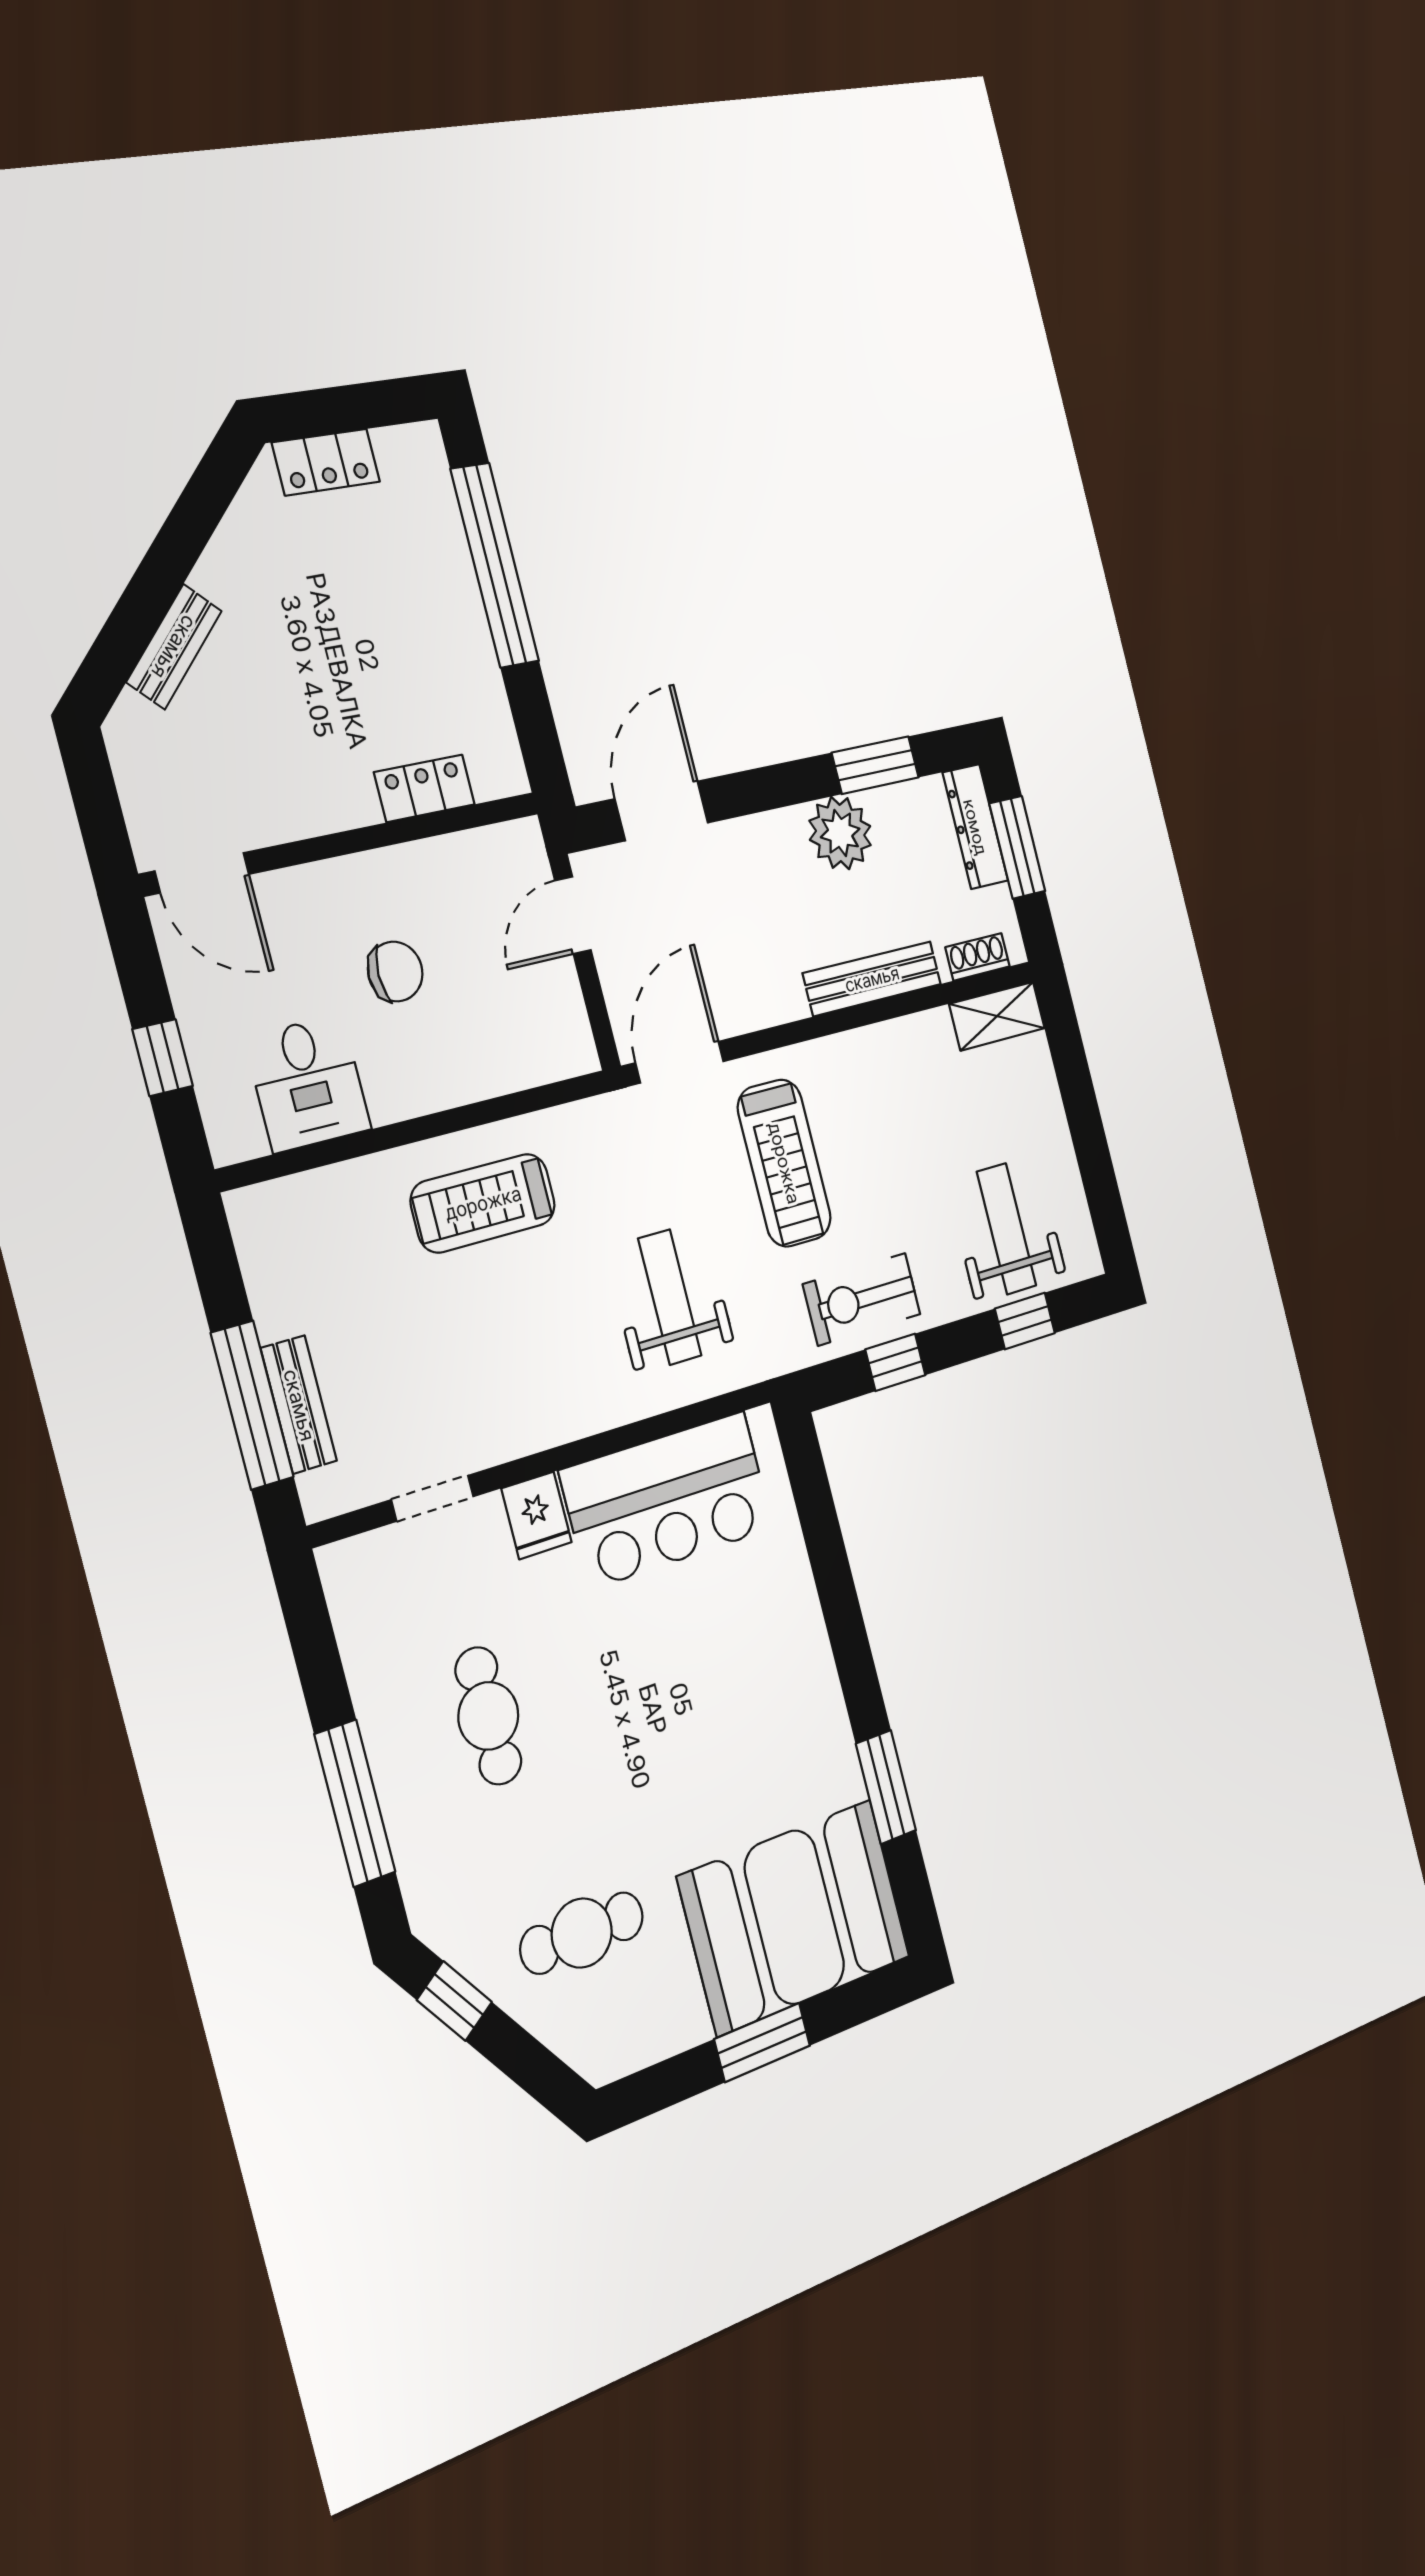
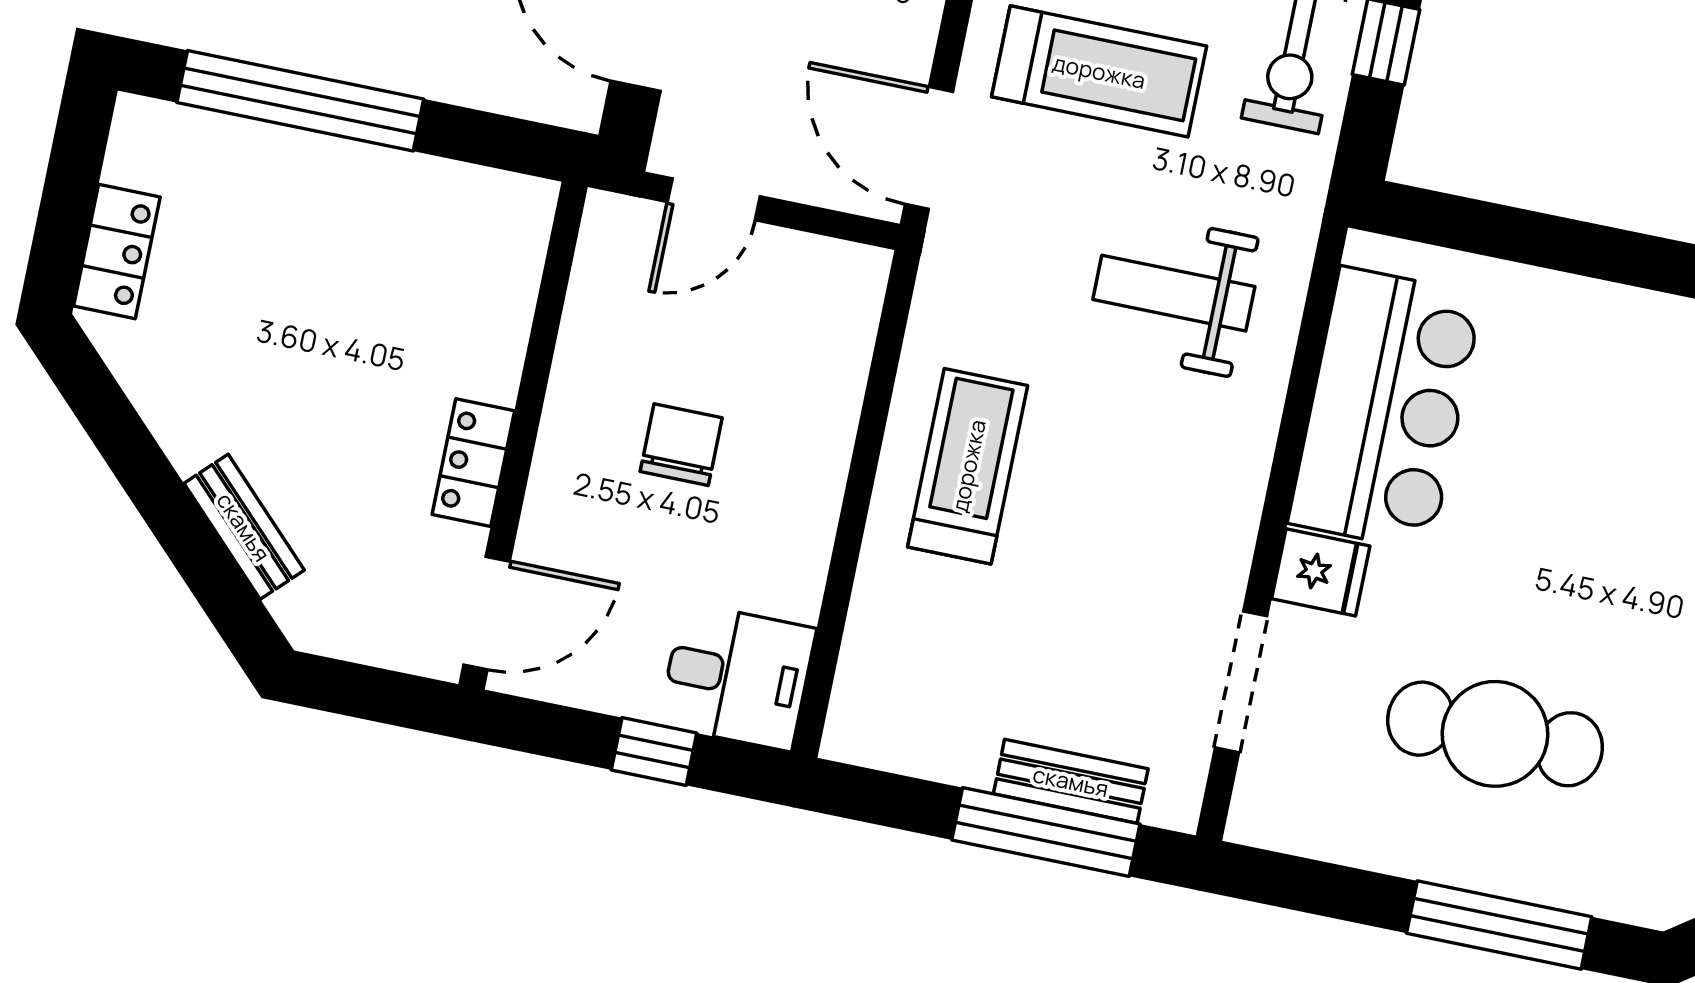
locker: (425, 788) -> (473, 463), moved
door: (573, 915) -> (714, 199), hinge flipped
desk: (308, 1083) -> (737, 677), moved
treadmill: (483, 1203) -> (968, 466), turned 180
doorway: (433, 1498) -> (1241, 682), width x1.38
cafe table: (488, 1716) -> (1495, 734), width x1.37, depth x1.35

